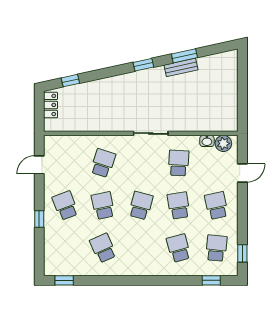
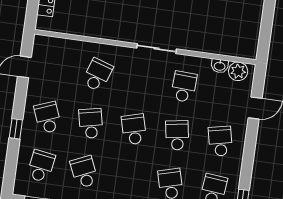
school desk: (141, 206) -> (134, 129), turned -30
school desk: (65, 248) -> (41, 166), added

